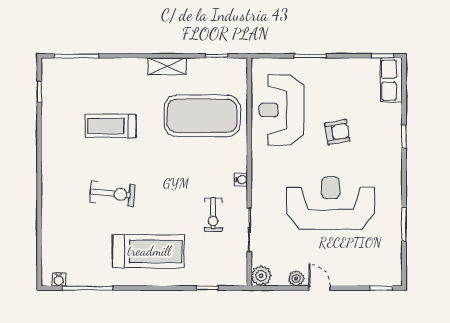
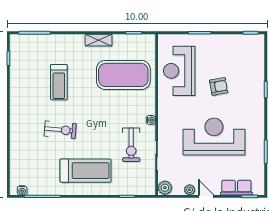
row of seats: (391, 80) -> (236, 188), moved, turned 90
treadmill: (111, 126) -> (59, 82), turned -90
exercise bike: (213, 215) -> (131, 145), width x1.38, depth x1.39

